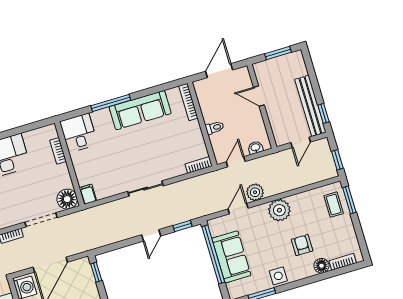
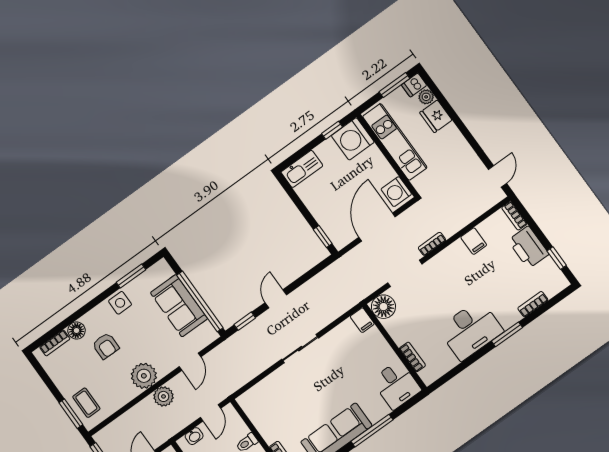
bookcase: (199, 165) -> (250, 395), removed
plant: (255, 192) -> (164, 396), moved

